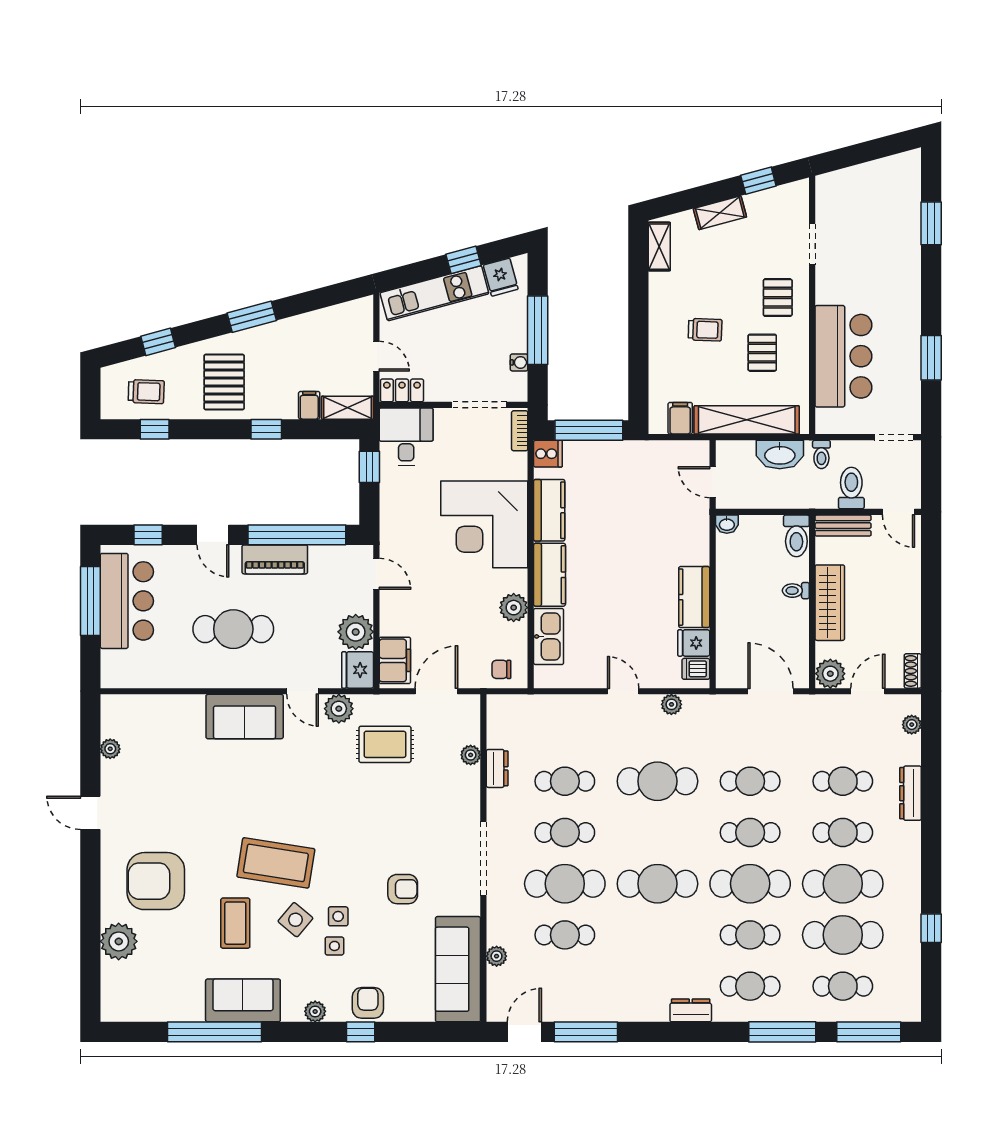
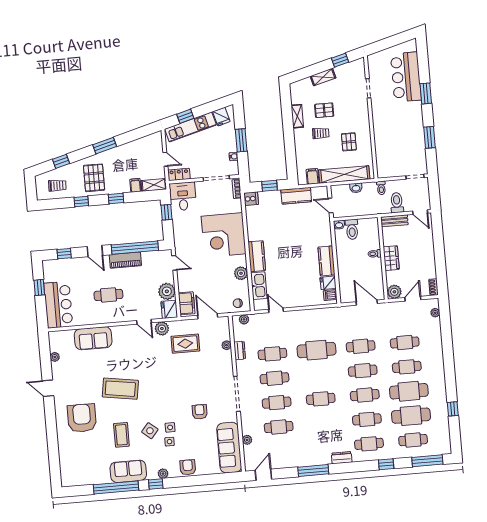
window: (931, 223) -> (426, 93), moved
shelving: (659, 247) -> (297, 116), moved
window: (463, 260) -> (185, 116), moved
pallet: (778, 298) -> (324, 110), moved, turned 90
window: (538, 330) -> (241, 140), width x0.69
bar counter: (843, 356) -> (406, 77), moved, turned 180
window: (155, 429) -> (81, 202), moved
window: (589, 430) -> (270, 186), width x0.46
washbasin: (780, 455) -> (356, 188), width x0.52, depth x0.69
kitchen counter: (549, 510) -> (296, 196), moved, turned 90
toilet: (796, 536) -> (352, 229), moved
window: (90, 601) -> (39, 287), width x0.46
bar counter: (127, 601) -> (58, 305), moved
wardrobe: (830, 603) -> (391, 258), width x0.67
cafe table: (233, 629) -> (108, 295), width x0.73, depth x0.74
door: (436, 691) -> (208, 316), hinge flipped
door: (623, 691) -> (276, 310), moved
plant: (671, 704) -> (244, 319), moved
sofa: (245, 717) -> (93, 338), moved
dresser: (911, 793) -> (437, 345), removed
coffee table: (276, 863) -> (120, 389), moved
armchair: (156, 881) -> (82, 418), turned 90
cafe table: (565, 884) -> (277, 403), width x0.73, depth x0.74
cafe table: (657, 884) -> (321, 399), width x0.73, depth x0.74
cafe table: (750, 884) -> (365, 395), width x0.73, depth x0.74
armchair: (403, 889) -> (200, 412), turned -90
plant: (119, 941) -> (67, 448), removed
window: (361, 1032) -> (156, 484), moved
window: (586, 1032) -> (313, 471), moved
window: (782, 1032) -> (386, 464), width x0.46

